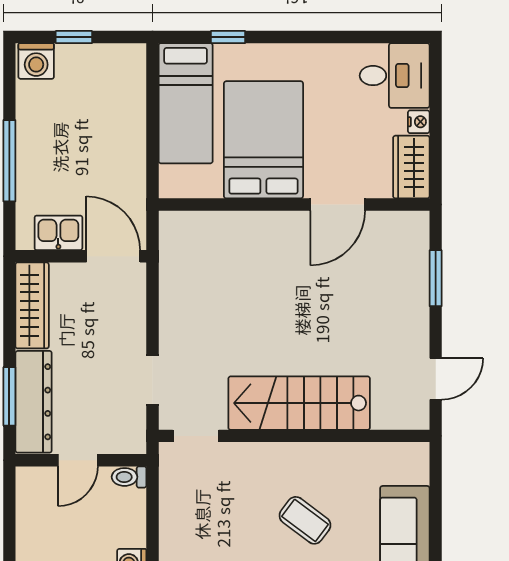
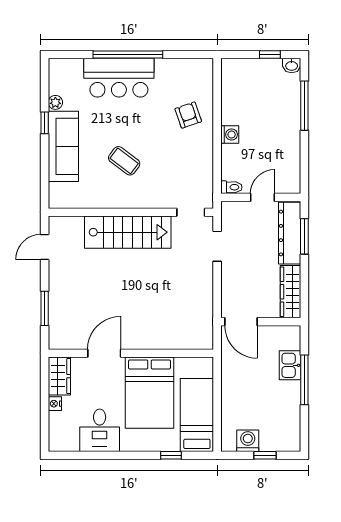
washing machine: (36, 61) -> (248, 441), moved
desk: (395, 76) -> (100, 430), moved, turned -90
kitchen sink: (58, 233) -> (290, 365), moved, turned 90

